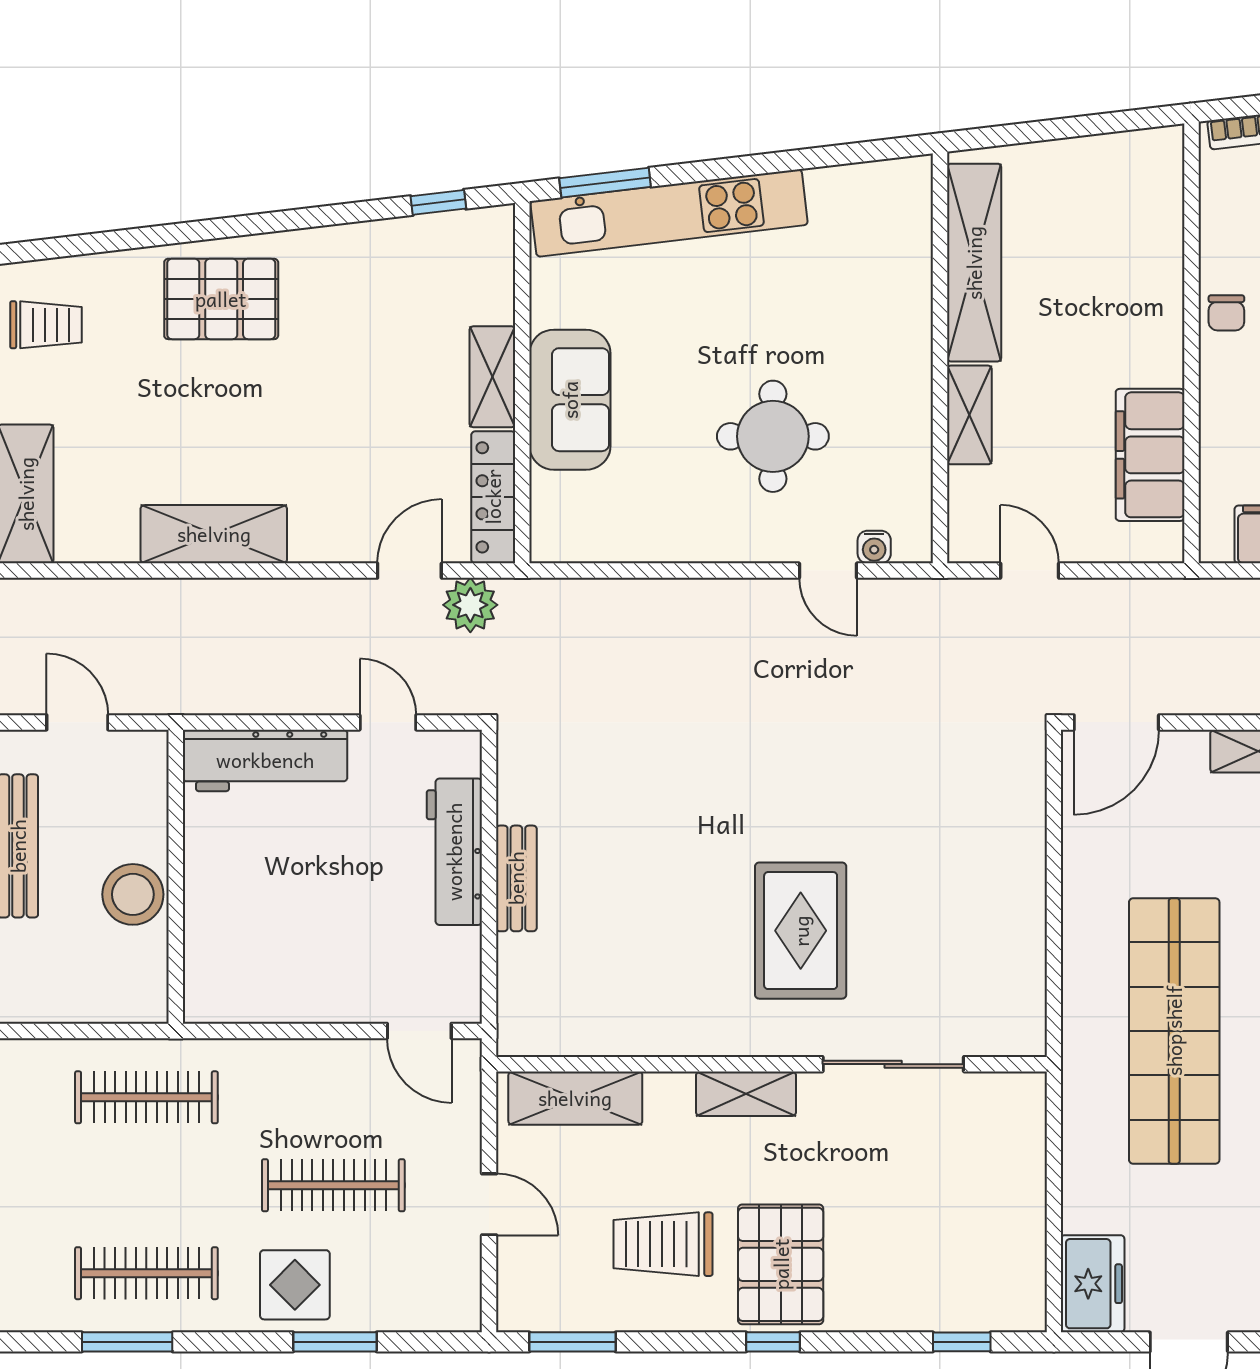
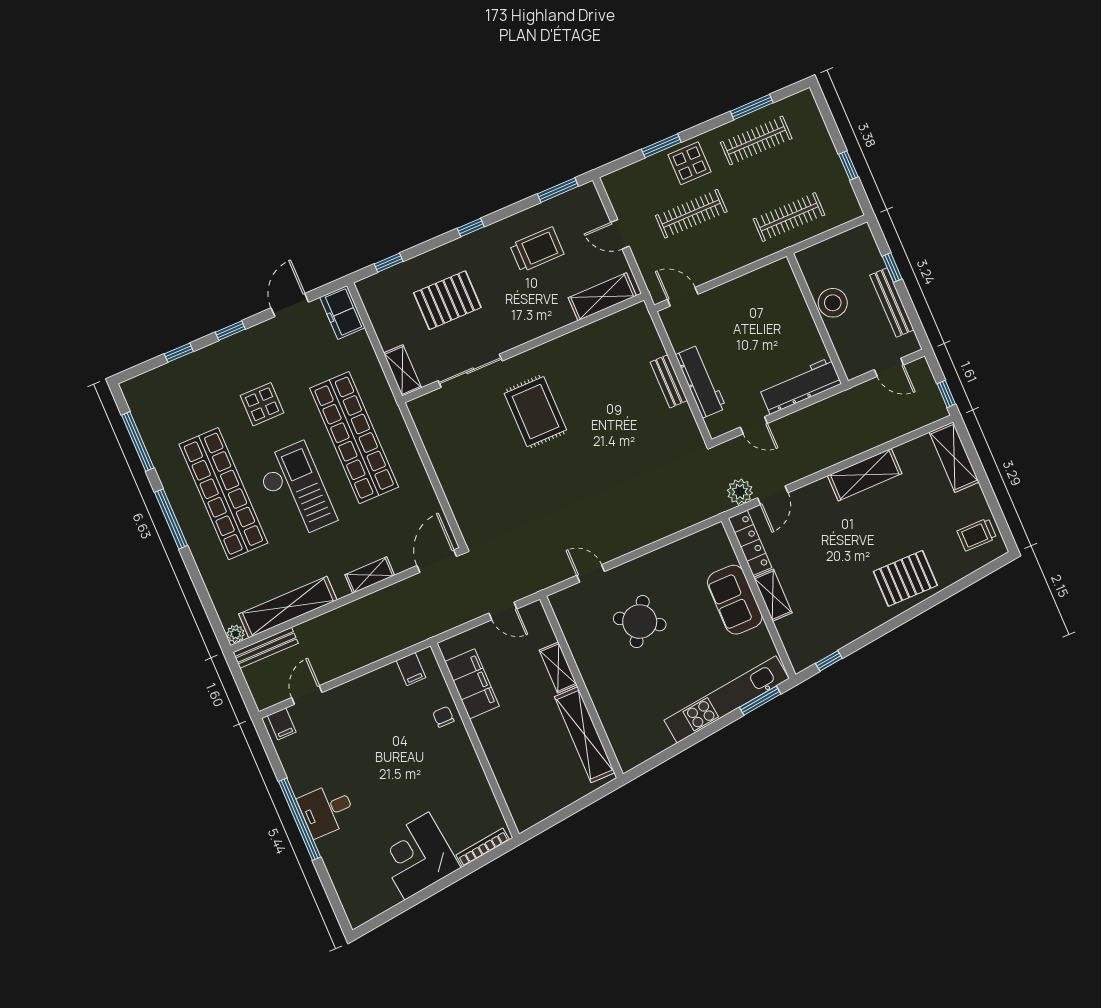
chair: (1226, 313) -> (443, 717), moved
round table: (773, 436) -> (640, 622), turned 32
water cooler: (874, 547) -> (575, 592), removed
shelving: (746, 1094) -> (403, 370), moved, turned 90
pallet: (781, 1264) -> (447, 300), moved, turned 90

